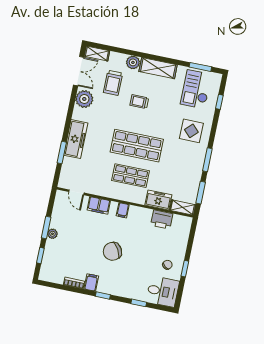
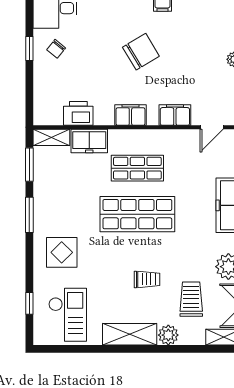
window: (200, 67) -> (68, 349), removed
door: (76, 192) -> (212, 127), swing flipped
filing cabinet: (123, 210) -> (130, 115), width x2.00

